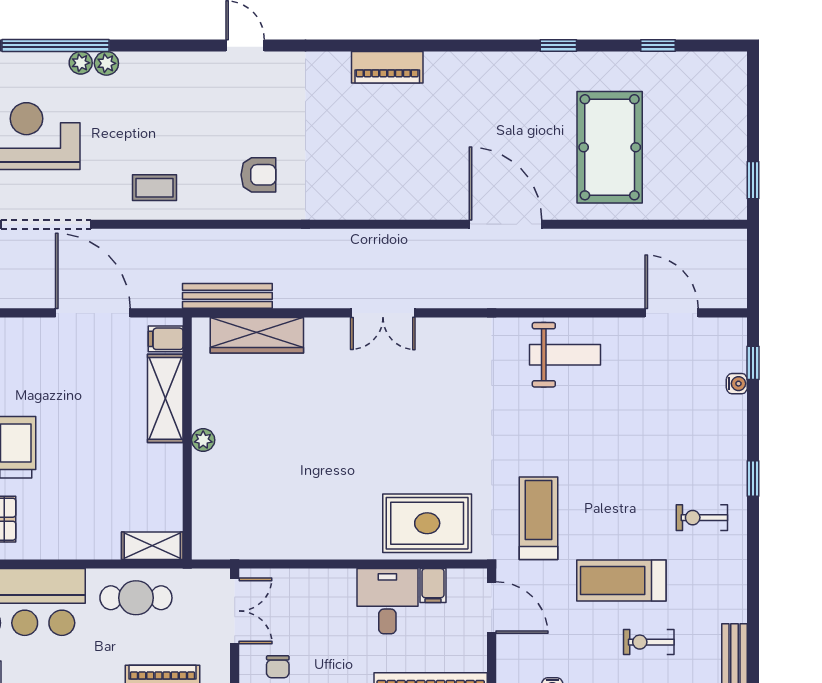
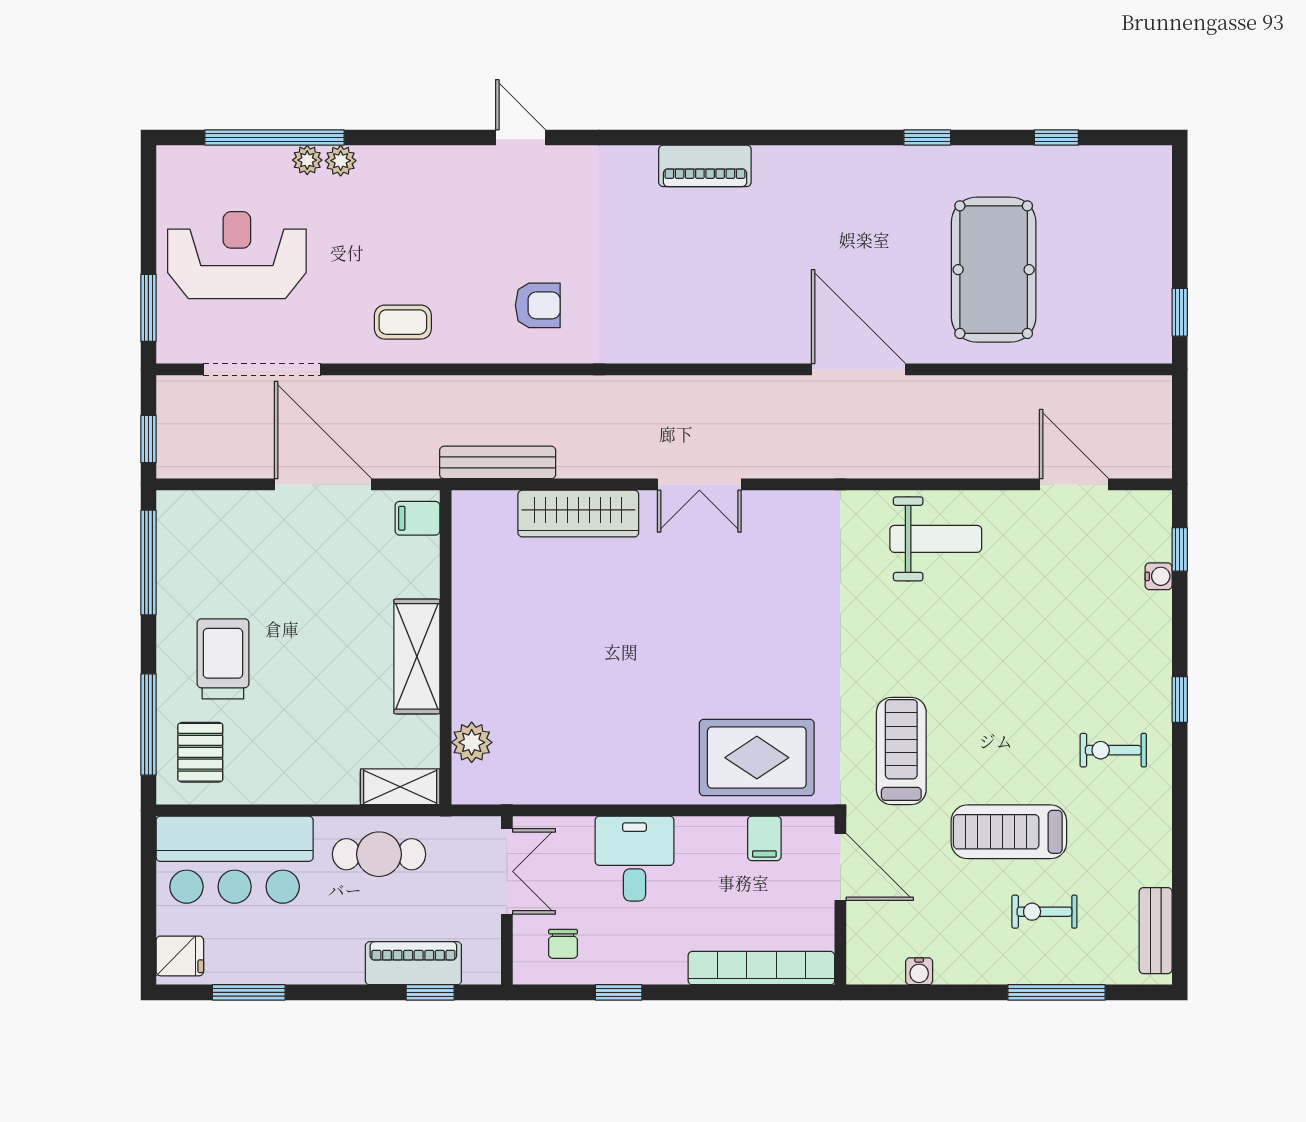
wardrobe: (257, 335) -> (578, 514), moved
shelving: (165, 398) -> (417, 656), moved
plant: (203, 440) -> (472, 742), moved, width x1.38, depth x1.38
desk: (387, 601) -> (635, 859), moved

